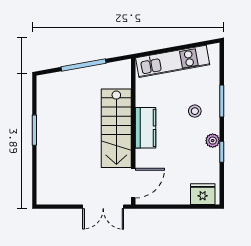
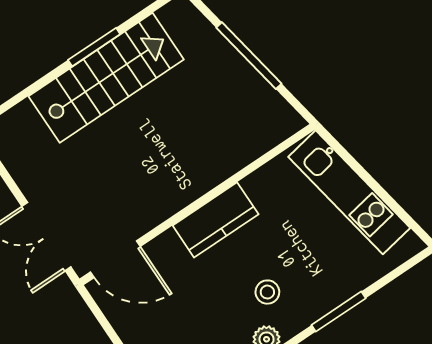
stool: (195, 111) -> (267, 292), moved
stairs: (116, 128) -> (106, 78), moved, turned 180

